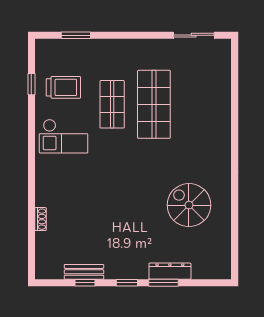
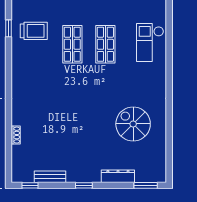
shop shelf: (154, 104) -> (105, 44), width x0.70, depth x0.74
checkout: (64, 136) -> (150, 42), moved, turned 90
window: (85, 283) -> (30, 185), moved
window: (163, 283) -> (146, 185), moved

